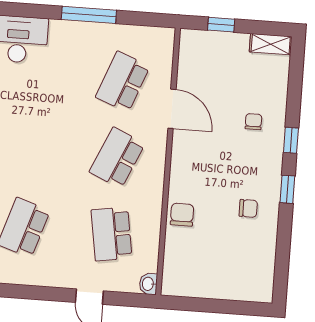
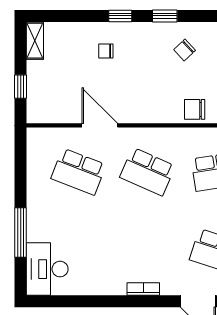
window: (89, 15) -> (21, 233), moved
door: (172, 109) -> (100, 125), hinge flipped
chair: (248, 208) -> (185, 50), turned -133

